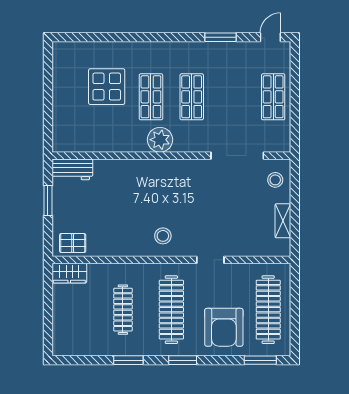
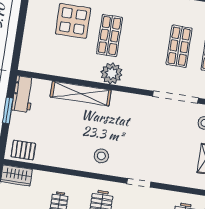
shop shelf: (192, 97) -> (179, 46), moved
shelving: (128, 168) -> (81, 94), added
workbench: (72, 169) -> (23, 94), moved, turned -90

